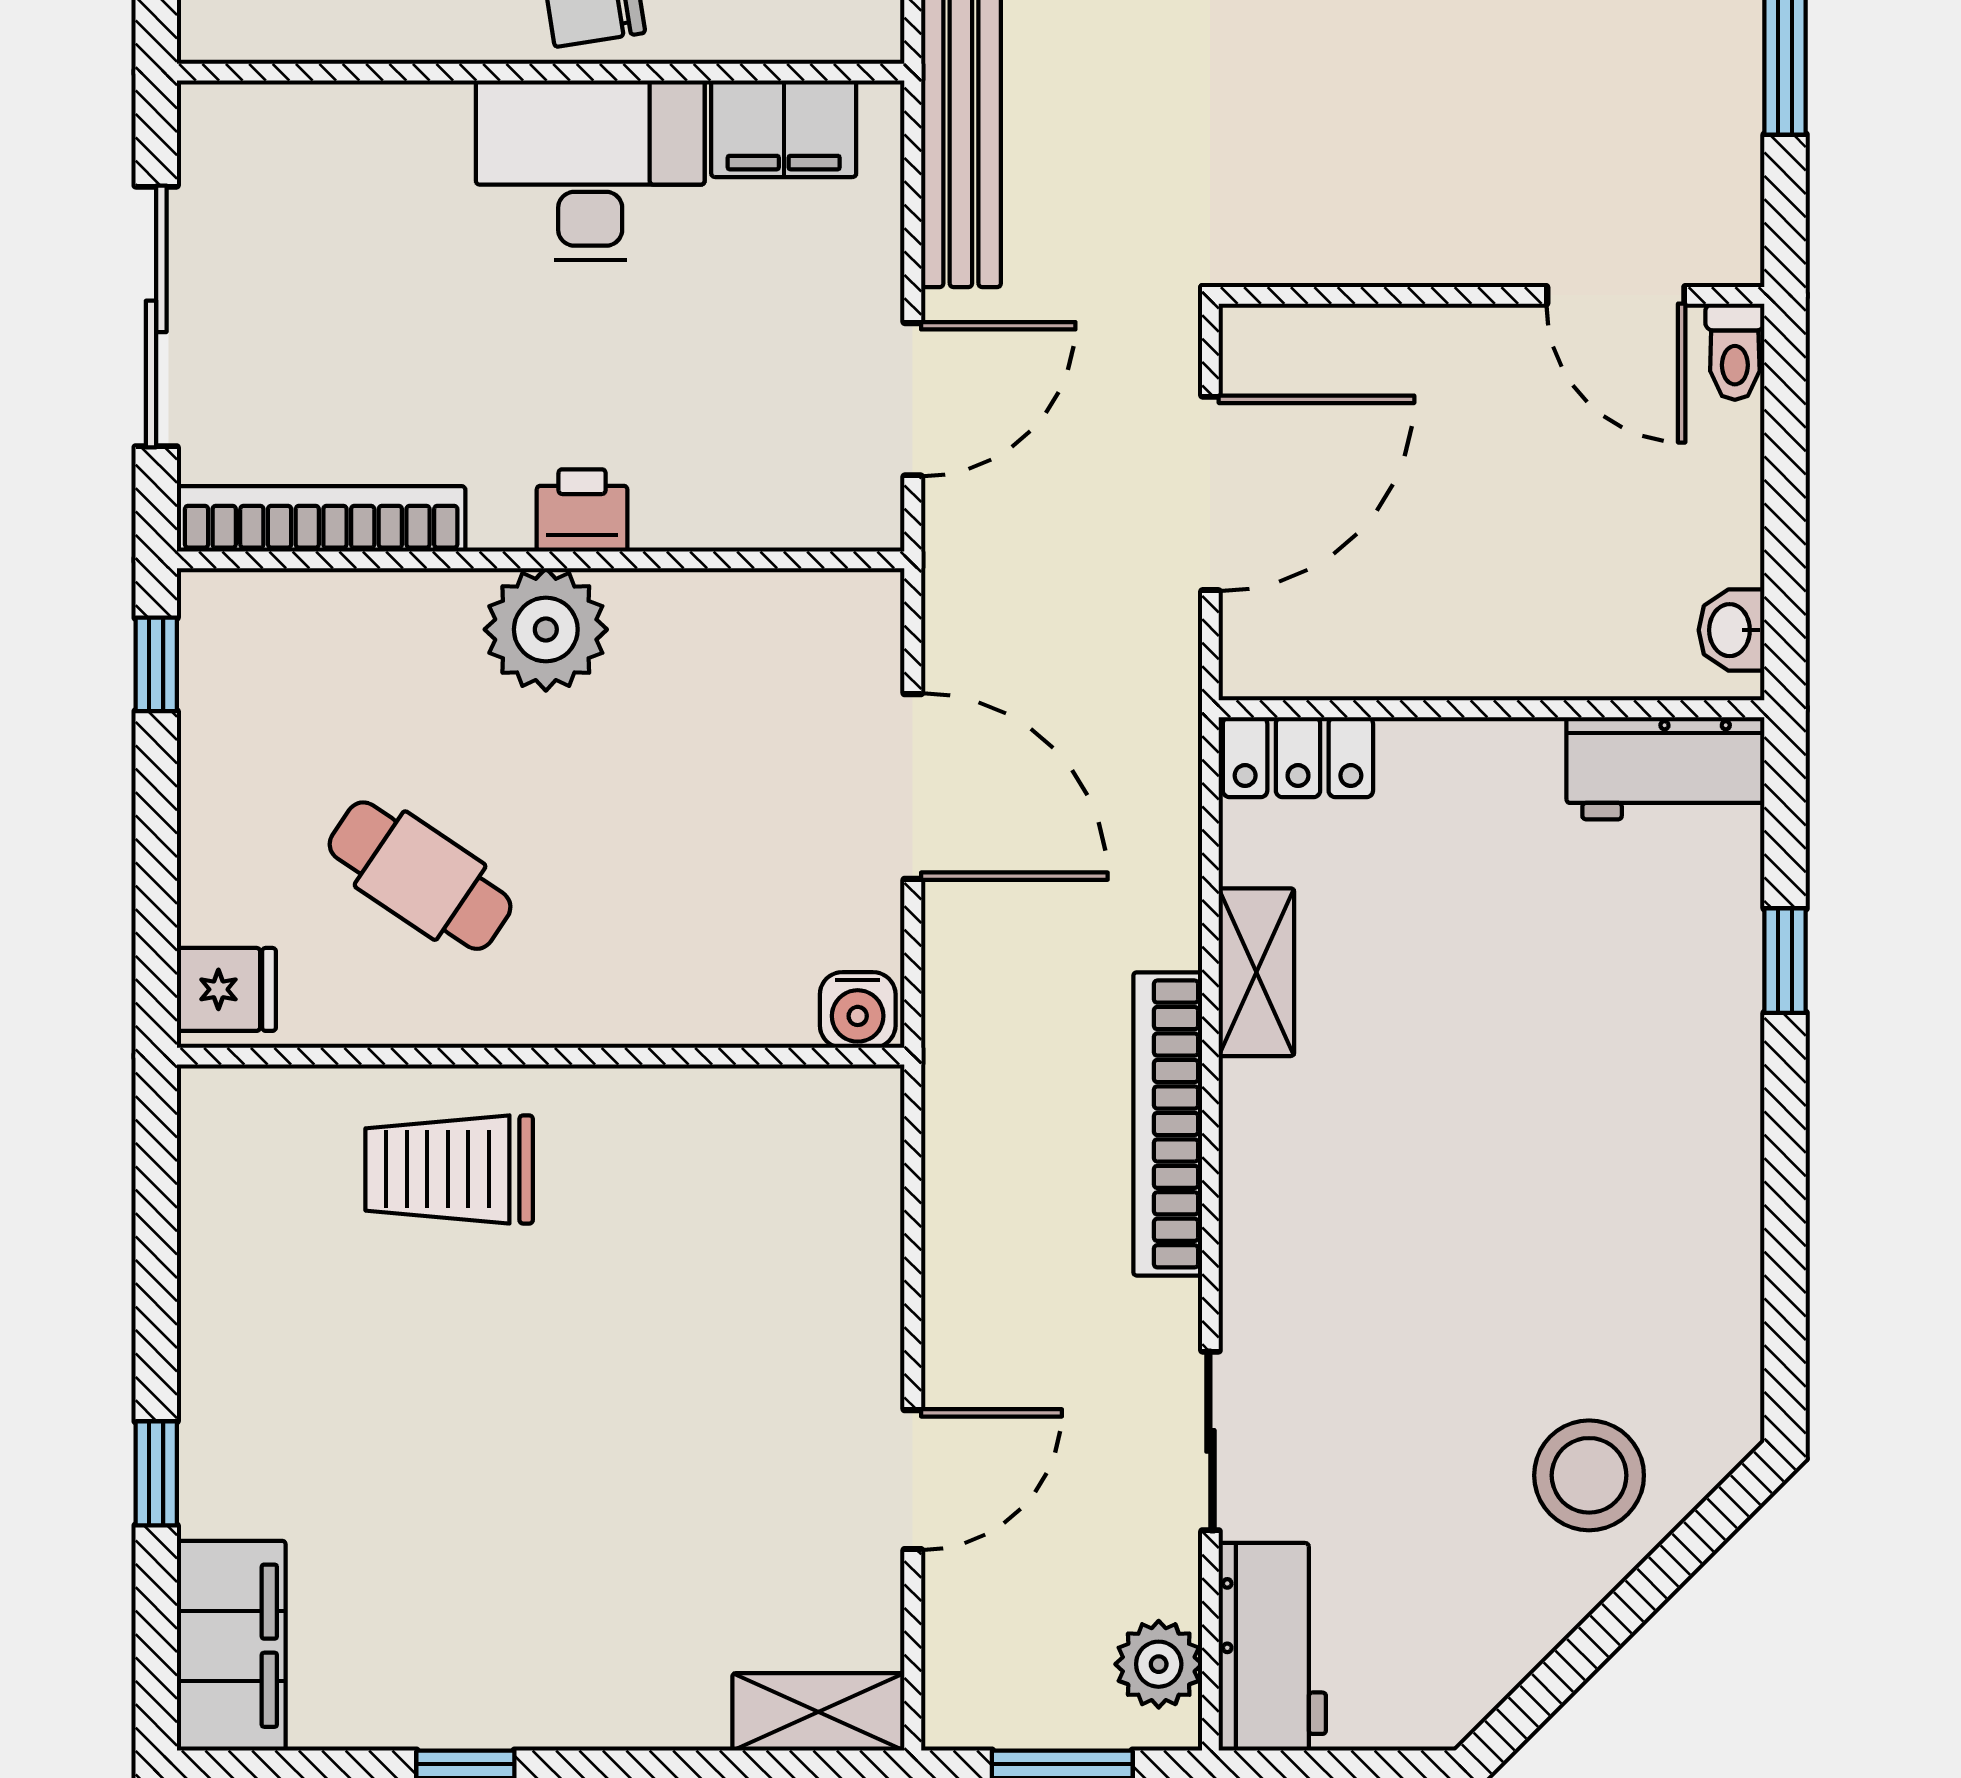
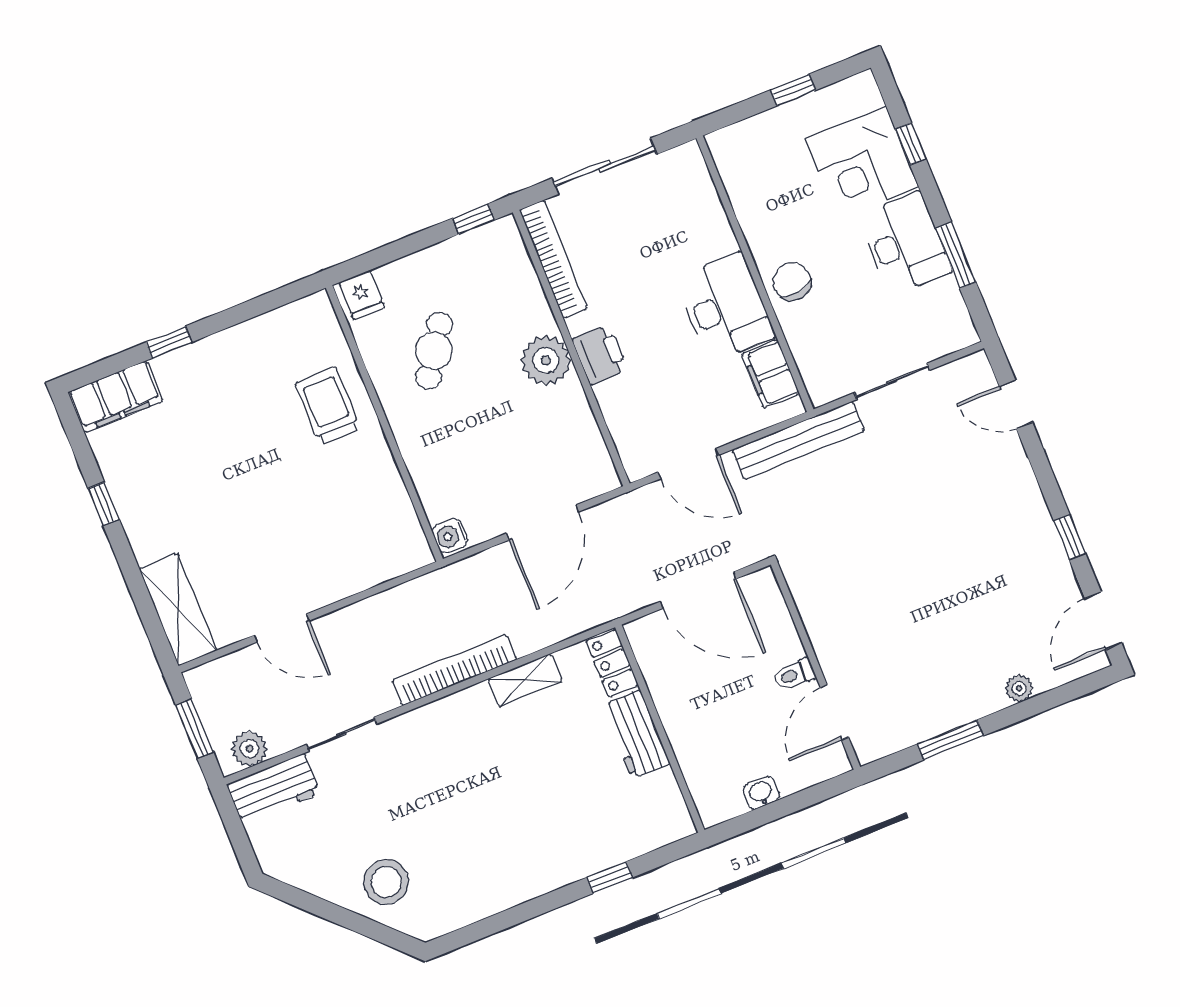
toilet: (1735, 352) -> (794, 674), moved
printer: (582, 510) -> (600, 355), width x1.36, depth x1.24
washbasin: (1732, 630) -> (761, 793), moved
workbench: (1665, 768) -> (636, 734), moved
shelving: (818, 1712) -> (178, 610), width x1.50, depth x1.33

